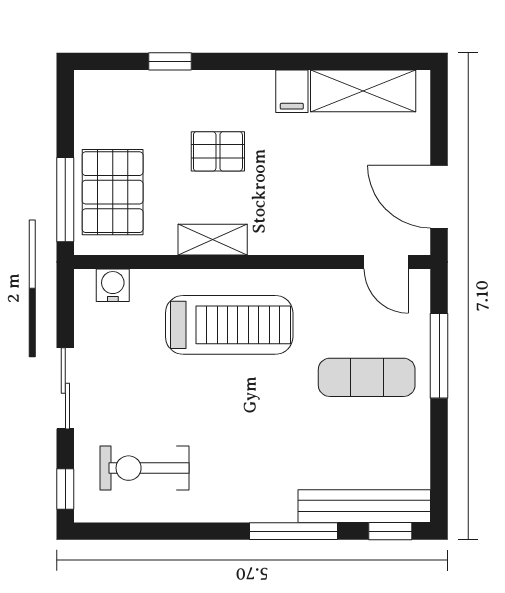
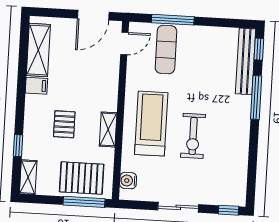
shelving: (108, 85) -> (28, 177), added
exercise mat: (367, 377) -> (166, 50), moved
exercise bike: (144, 468) -> (193, 136), moved

